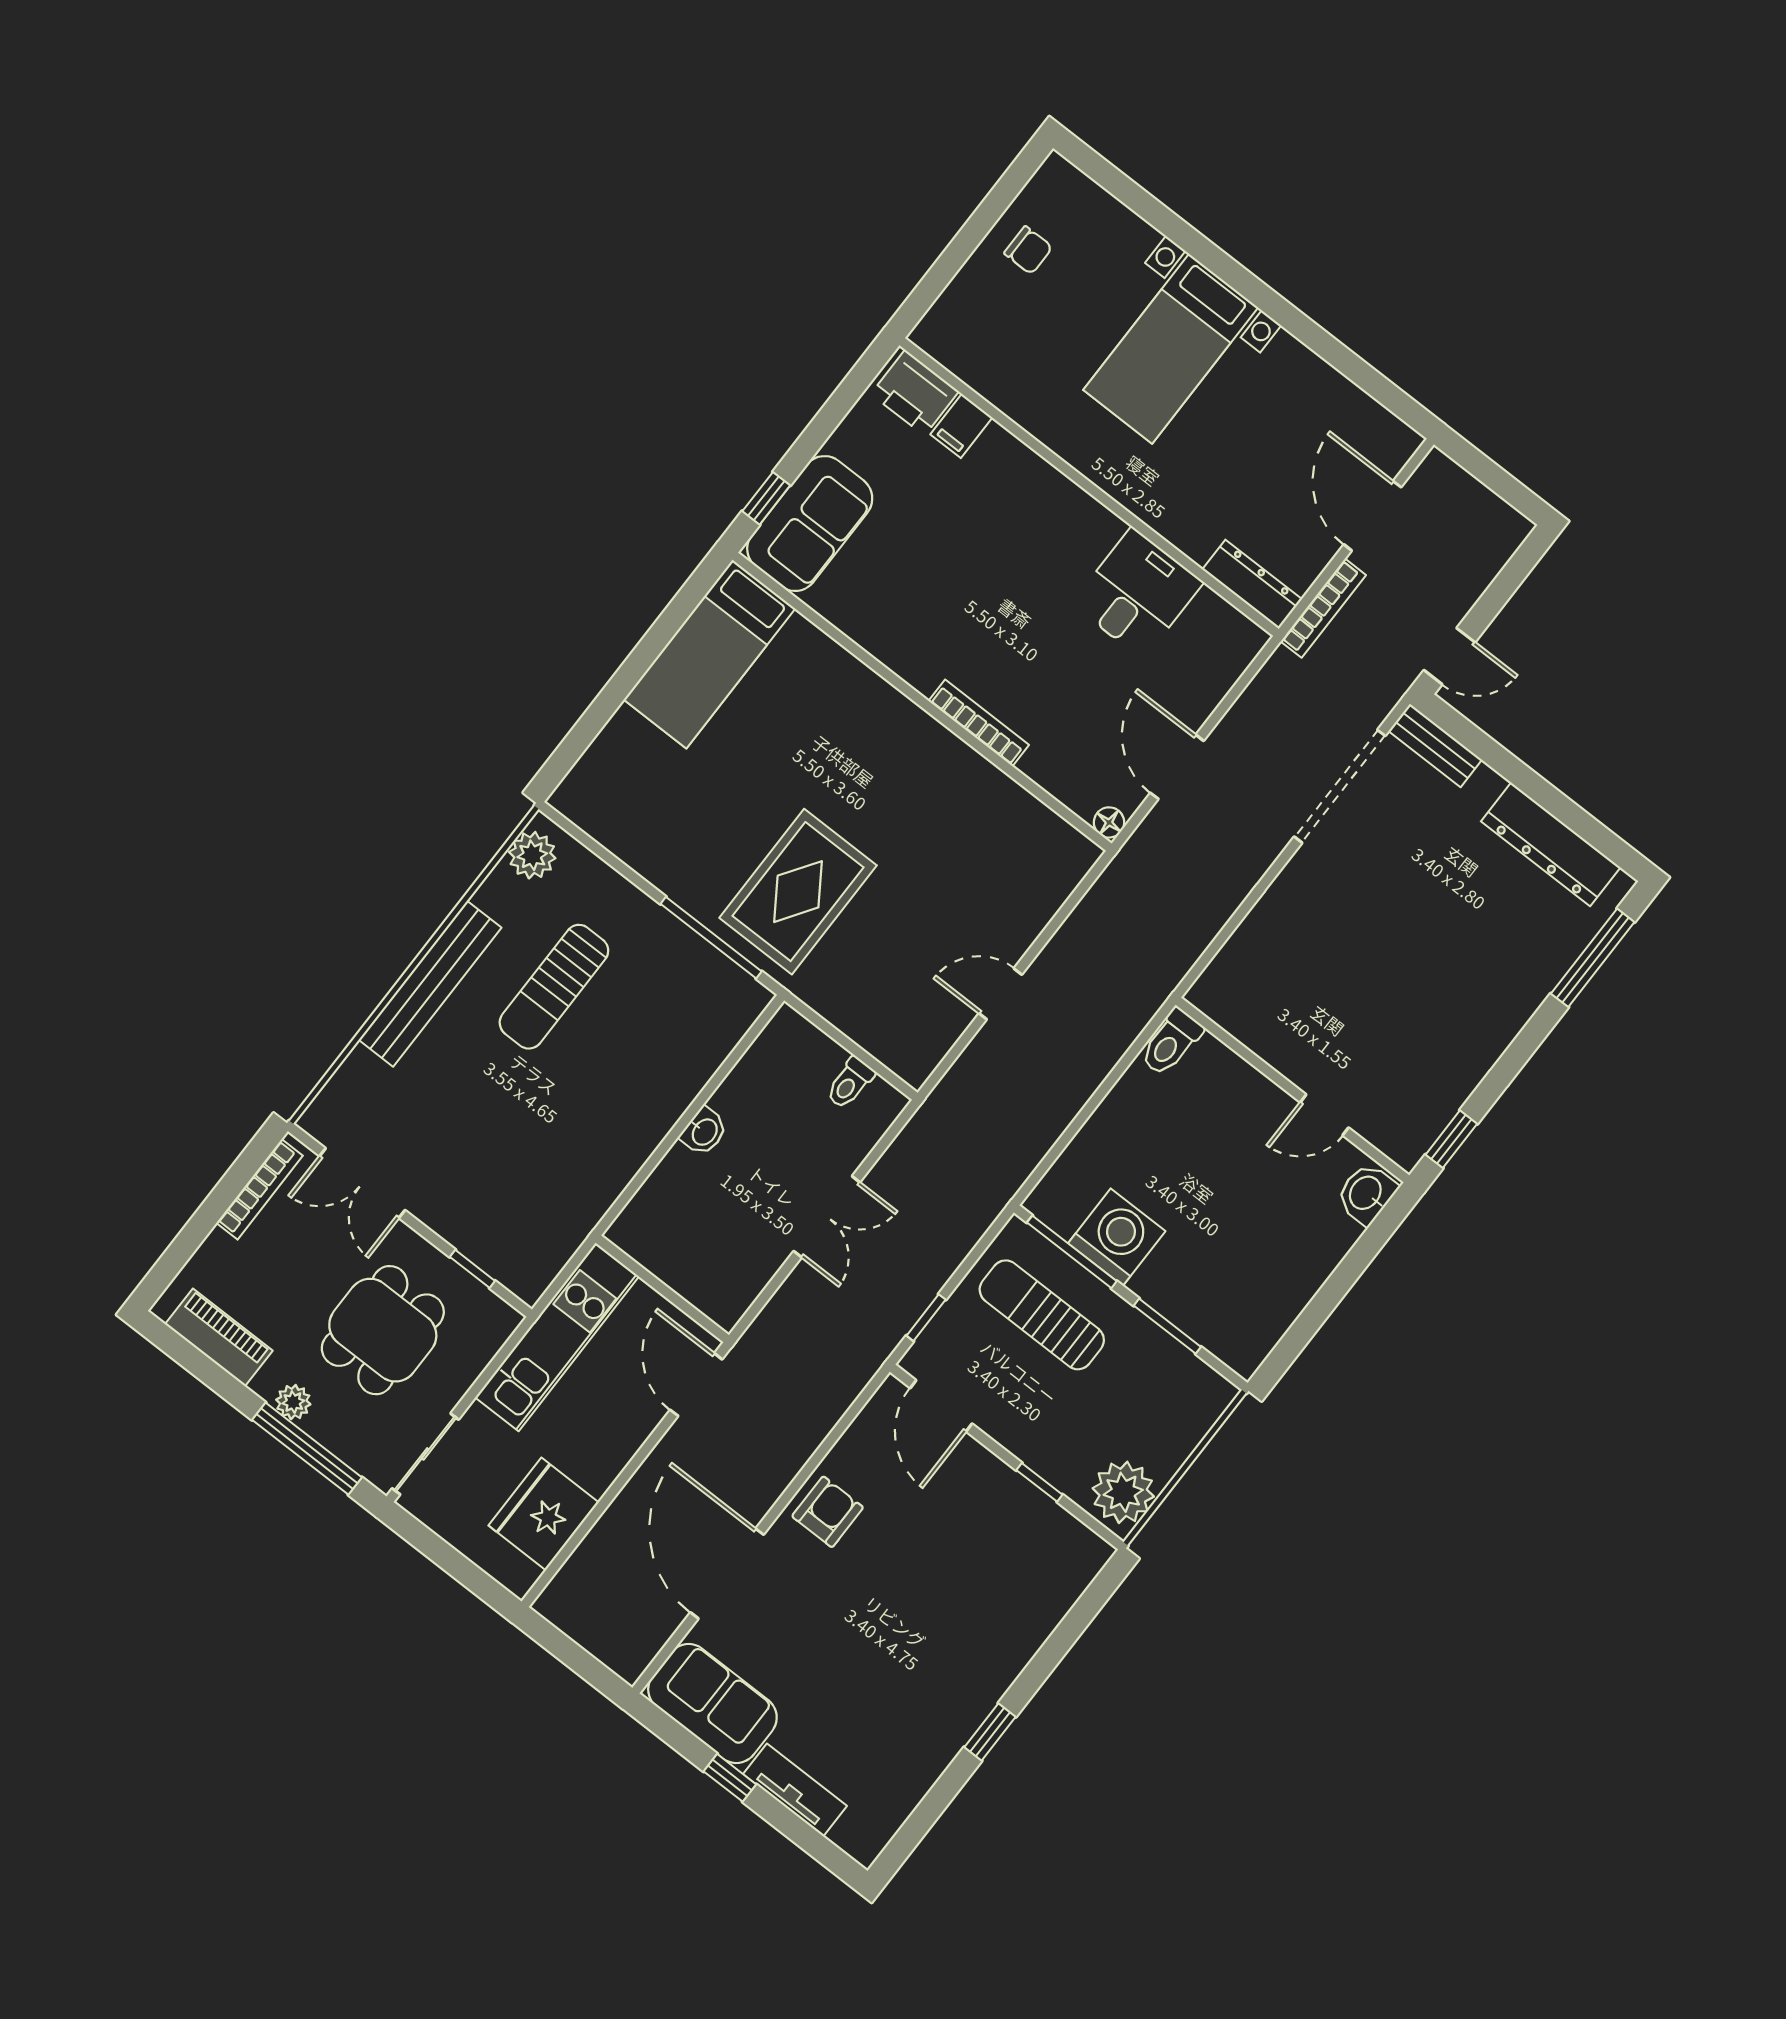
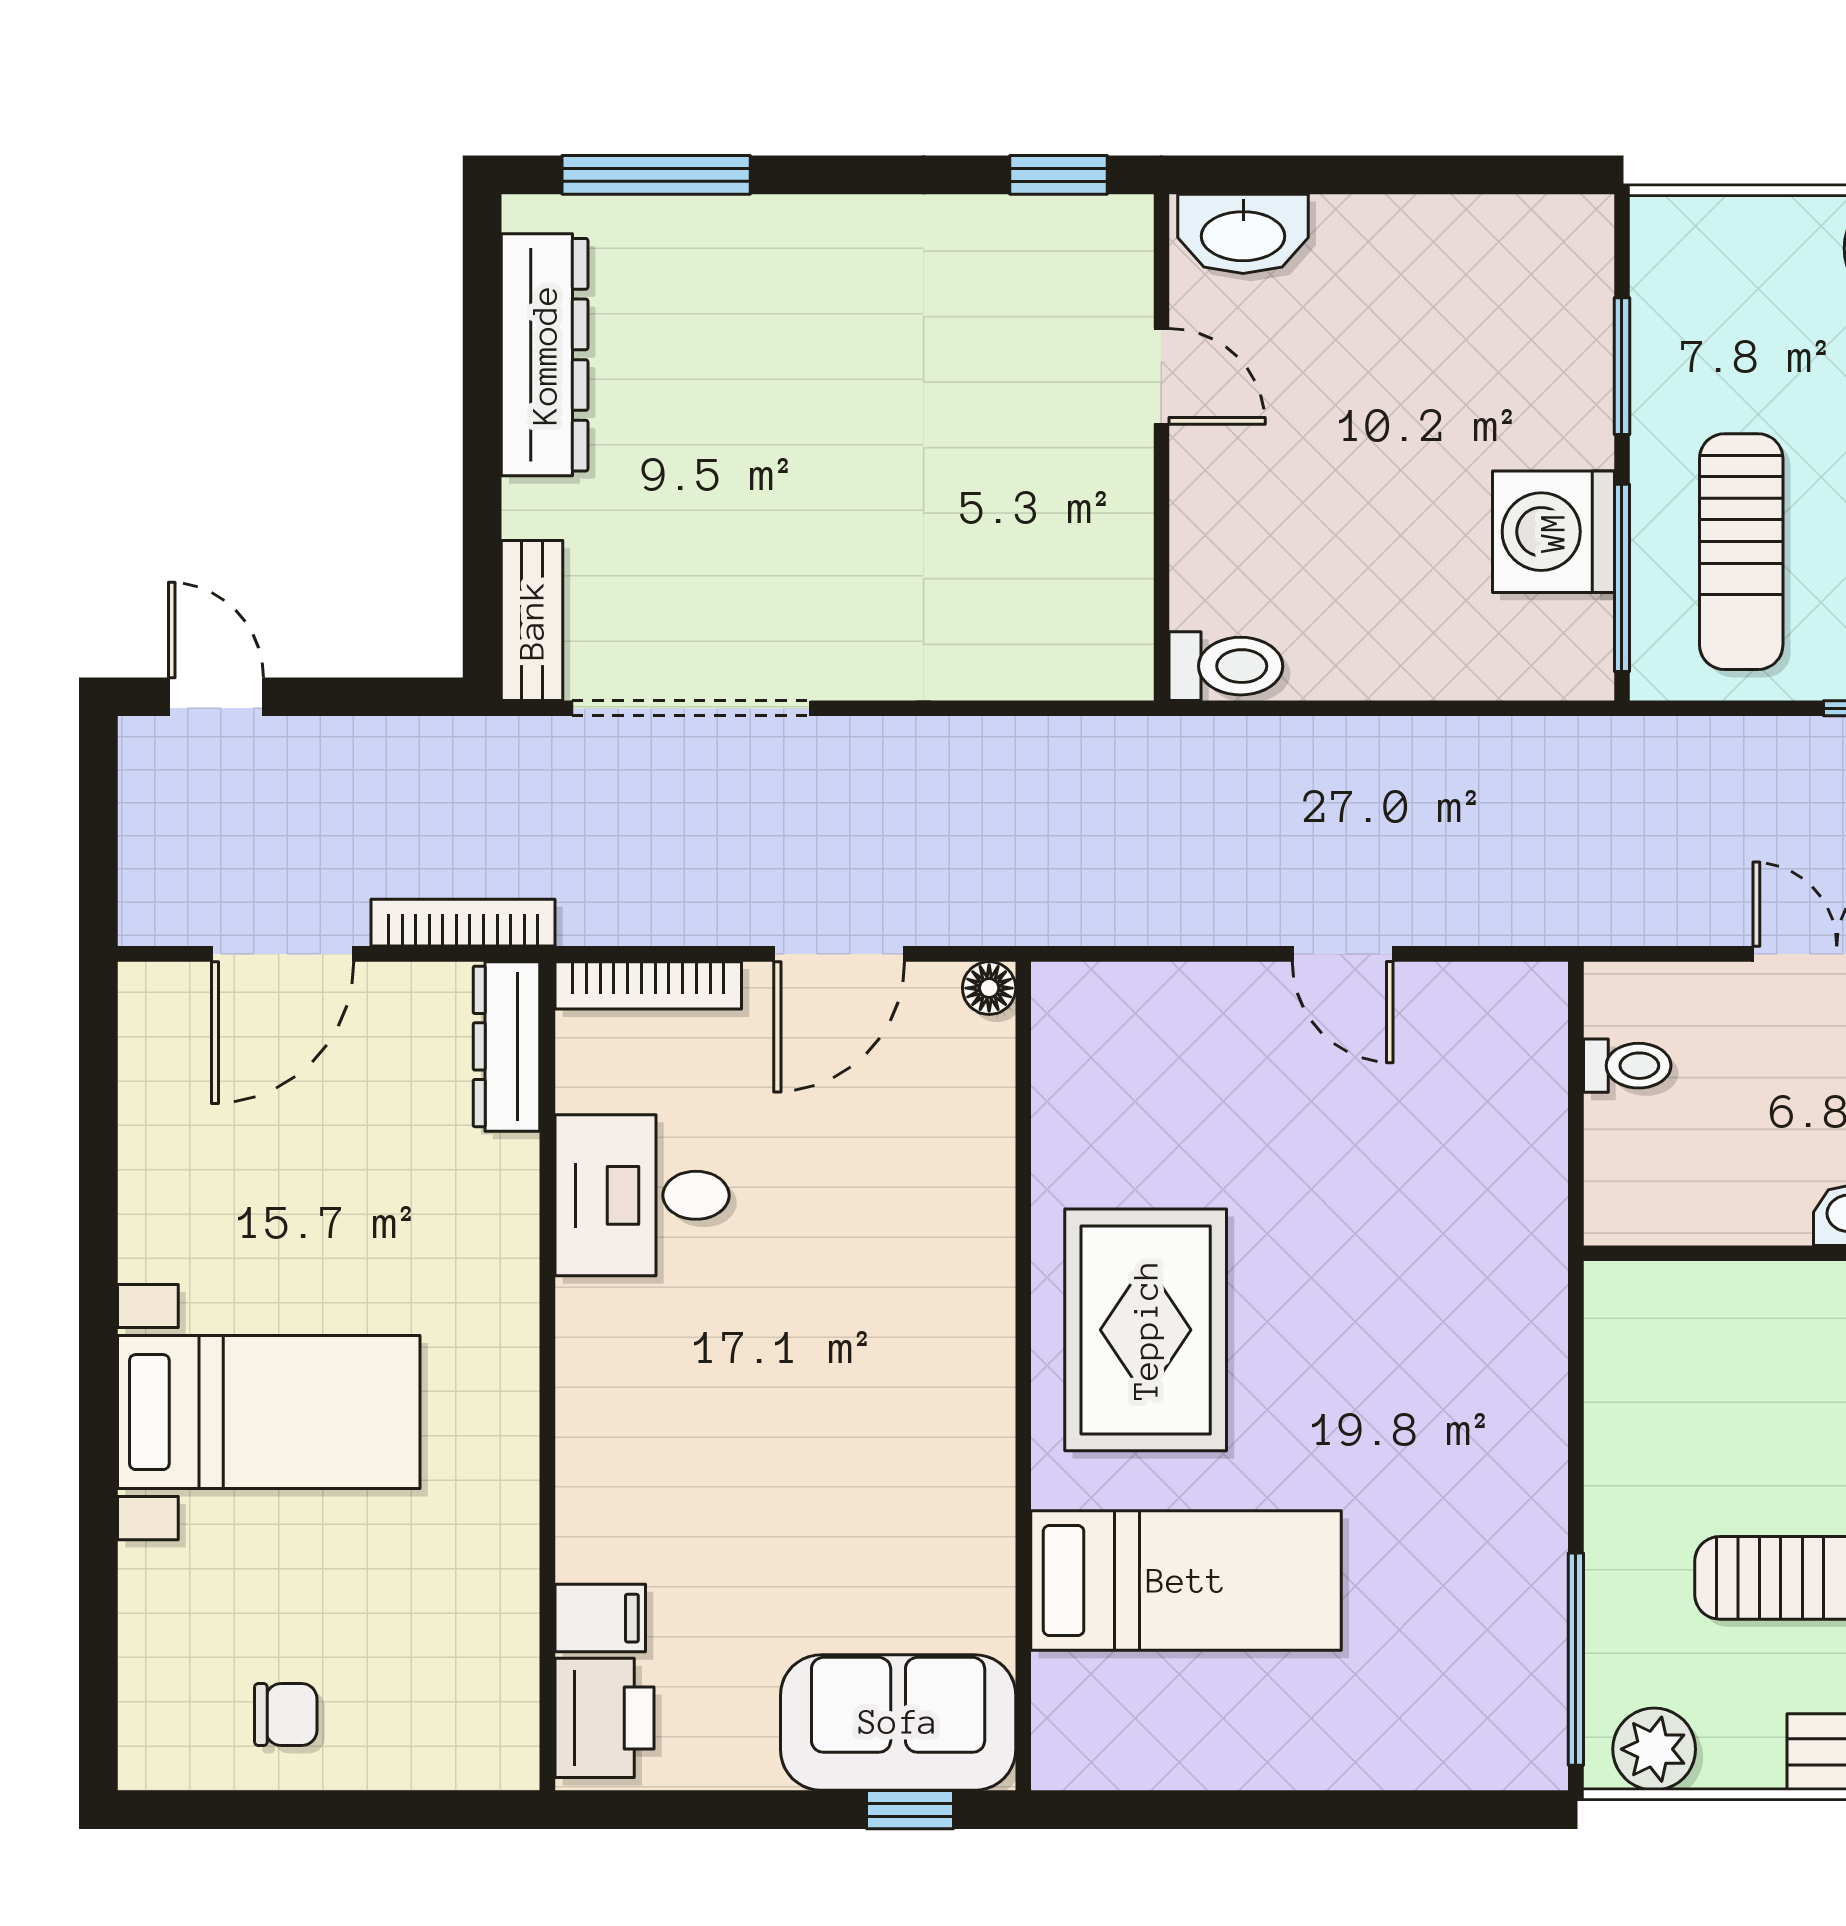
chair: (1028, 250) -> (286, 1715), turned 90
bed: (709, 654) -> (1186, 1581), moved
door: (1449, 656) -> (216, 697), moved
bookcase: (979, 723) -> (648, 985), moved, turned -90
rug: (798, 892) -> (1146, 1330), moved, turned 90
window: (711, 938) -> (1576, 1659), moved
washbasin: (1366, 1194) -> (1243, 234), width x1.38

